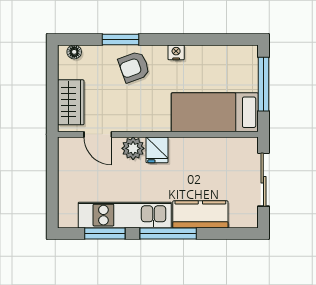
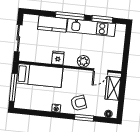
door: (98, 134) -> (101, 70), swing flipped
fridge: (157, 150) -> (58, 58), moved

